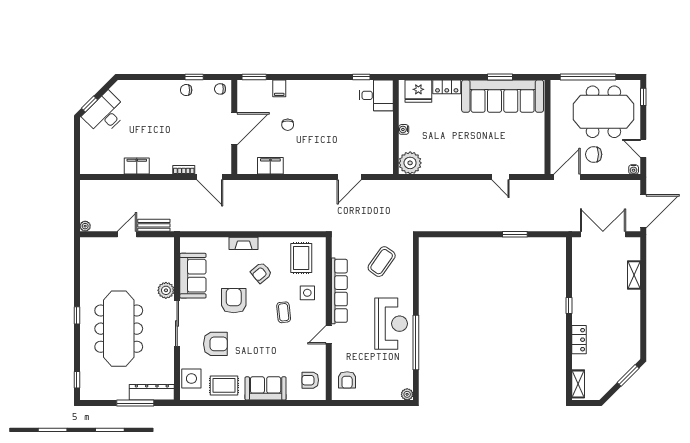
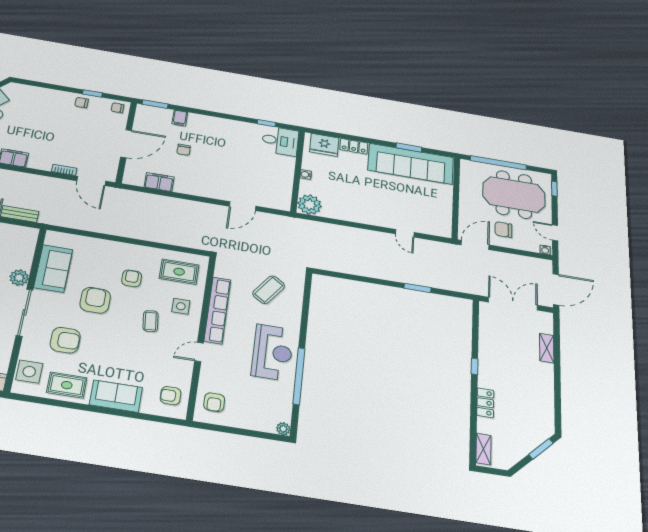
fireplace: (243, 243) -> (117, 247), removed
rug: (301, 258) -> (179, 272), turned 90
armchair: (261, 273) -> (132, 278), turned 130

